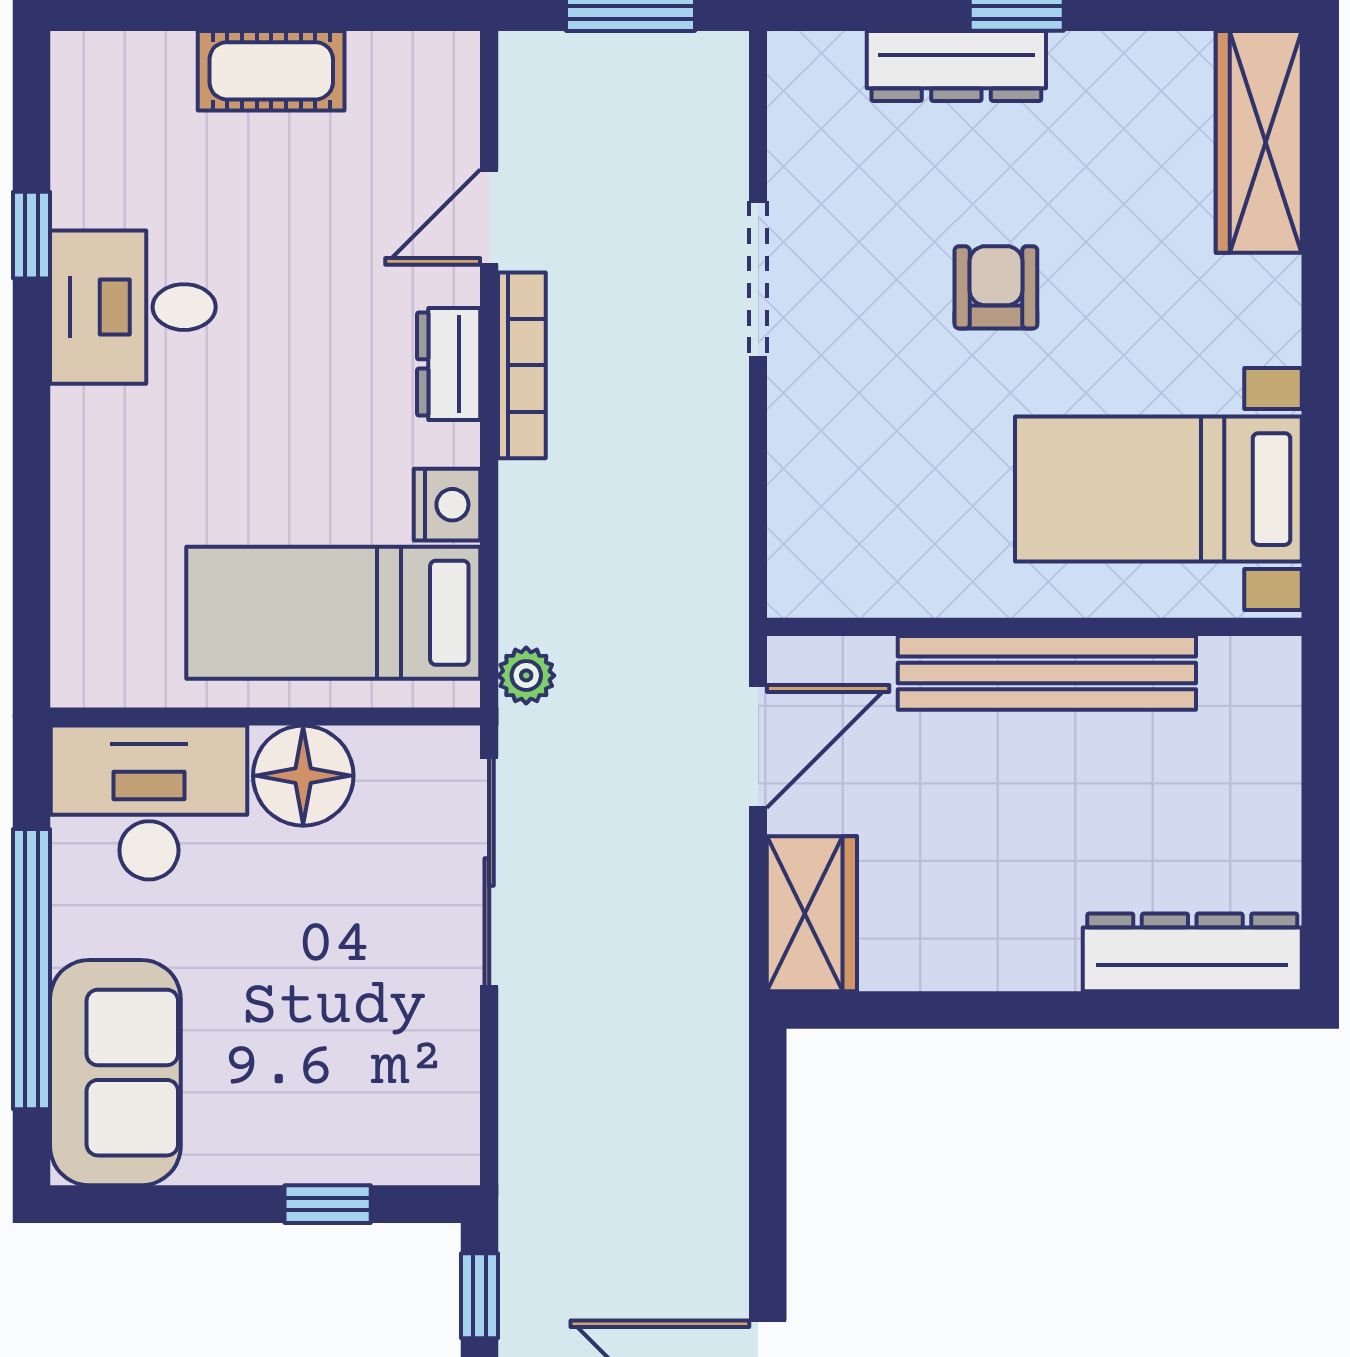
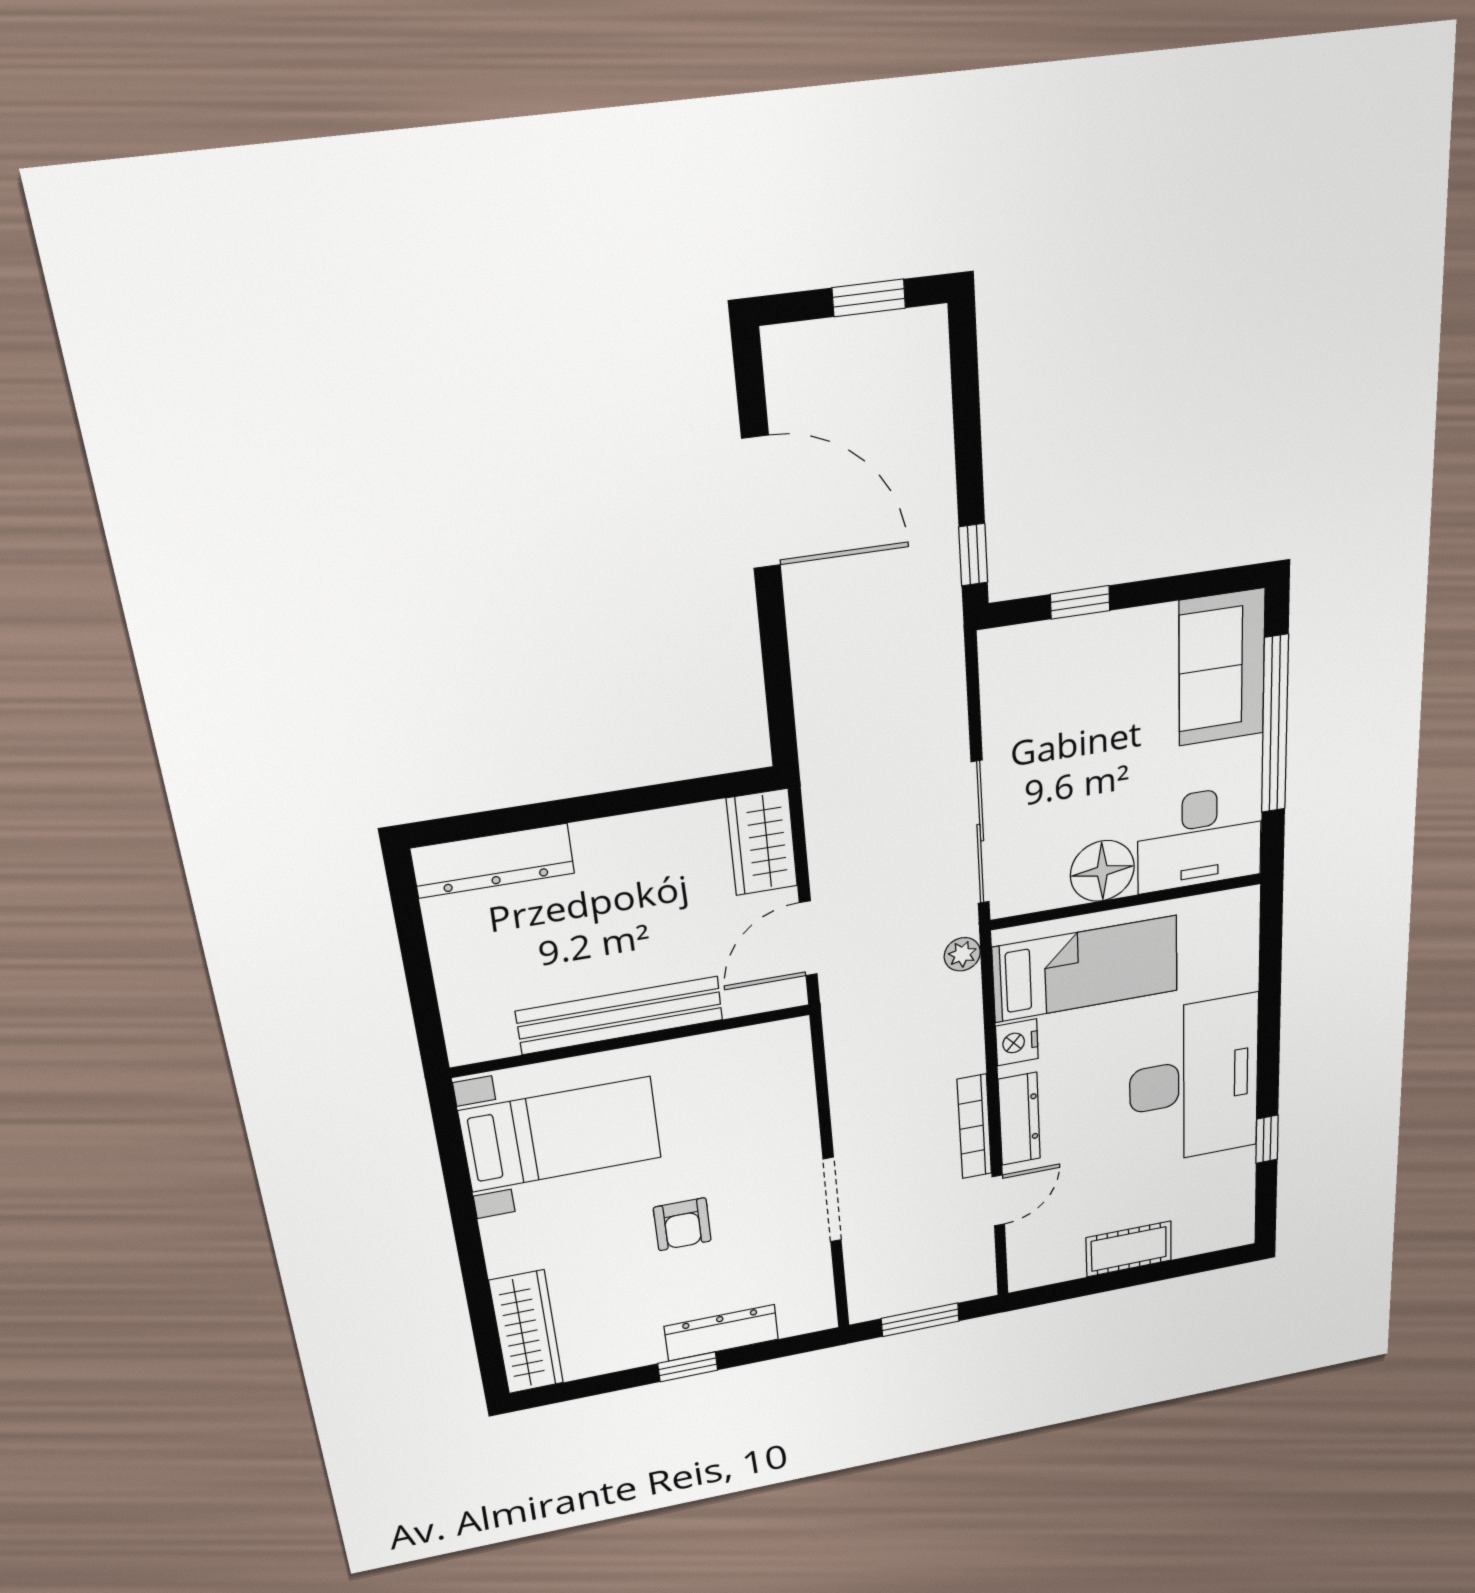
desk: (133, 307) -> (1194, 1081), width x1.87, depth x1.30
dresser: (449, 364) -> (1019, 1119), width x1.44

